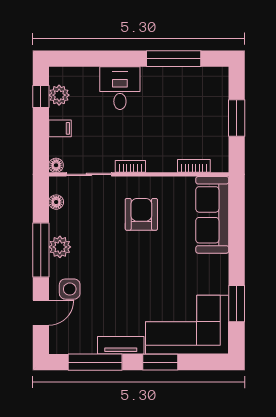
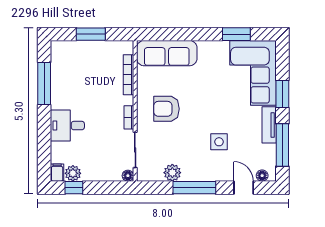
filing cabinet: (60, 128) -> (57, 173), moved
bookcase: (194, 166) -> (128, 75), width x1.56
floor lamp: (56, 202) -> (262, 176), moved
plant: (60, 247) -> (172, 173), moved
side table: (70, 289) -> (219, 142), moved

